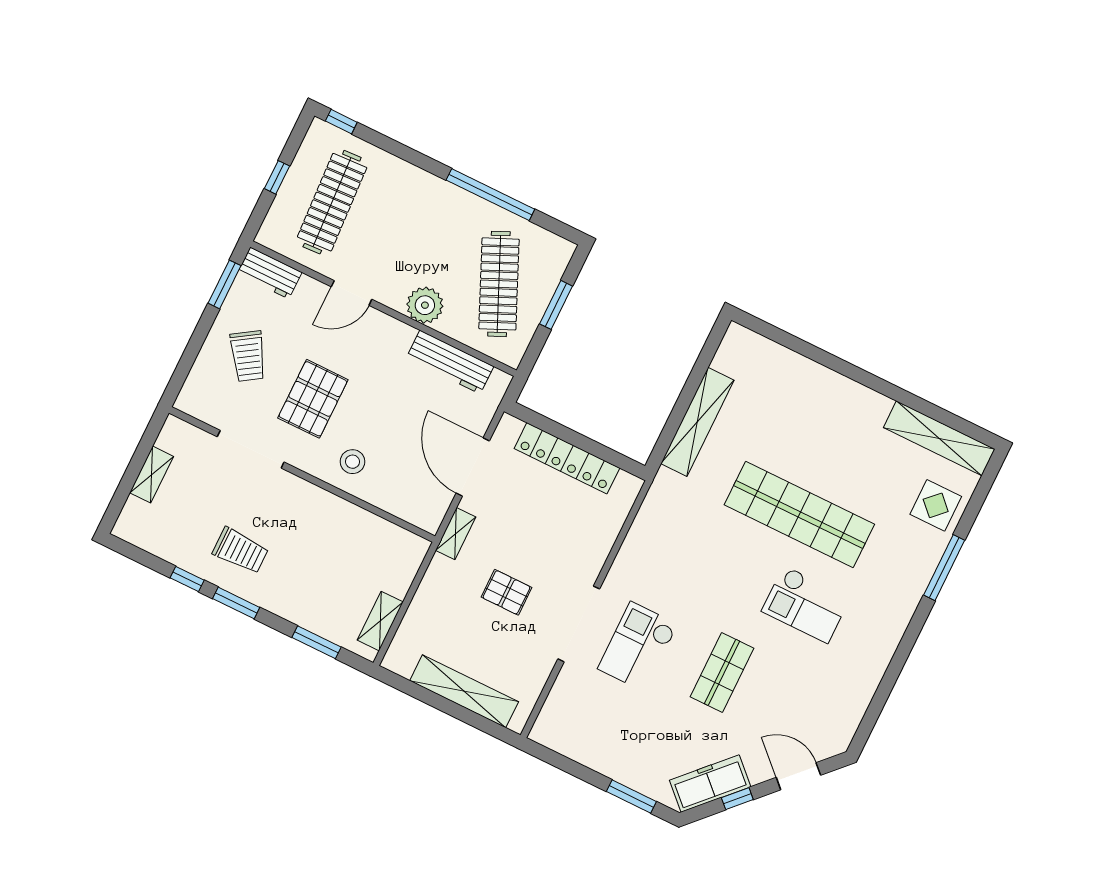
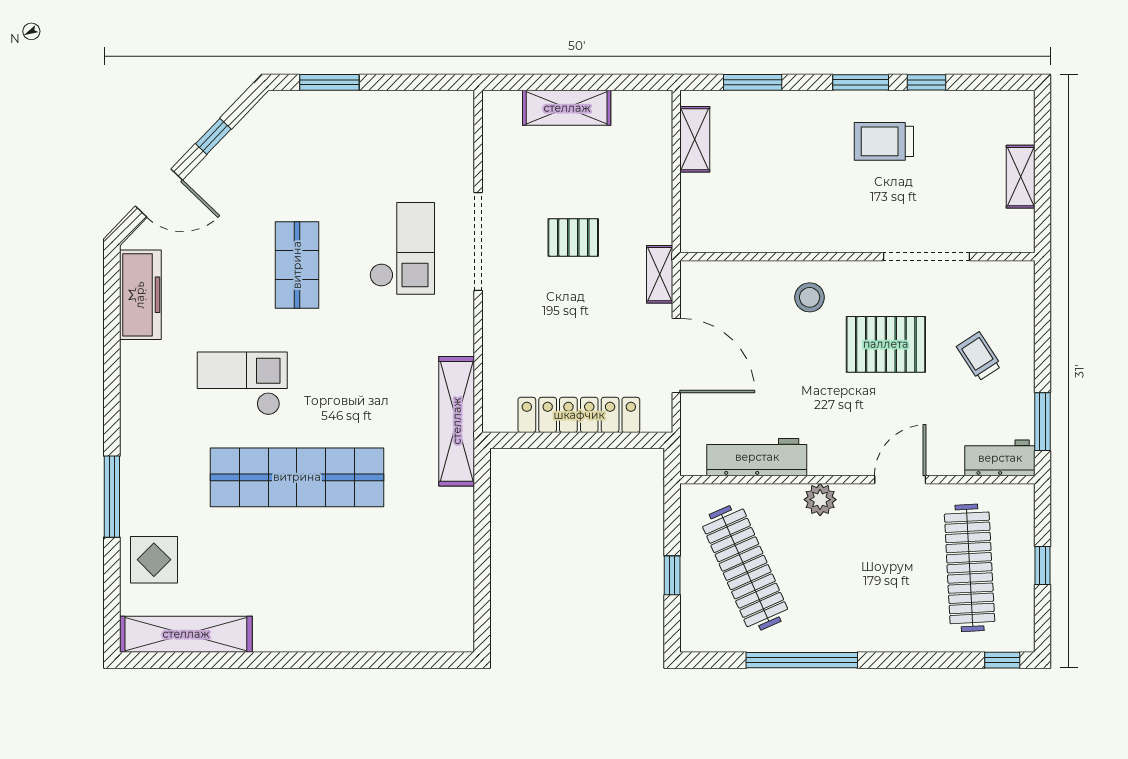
plant: (425, 305) -> (820, 500), width x0.73, depth x0.73
window: (556, 305) -> (672, 575), width x0.67
trolley: (248, 356) -> (979, 356), width x0.73, depth x0.72
pallet: (313, 399) -> (886, 344), turned 90
shelving: (697, 422) -> (457, 421), moved
shelving: (464, 691) -> (567, 108), width x0.68
freezer: (710, 783) -> (140, 295), moved, turned -44

